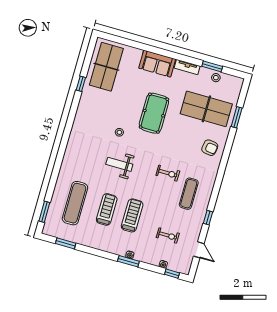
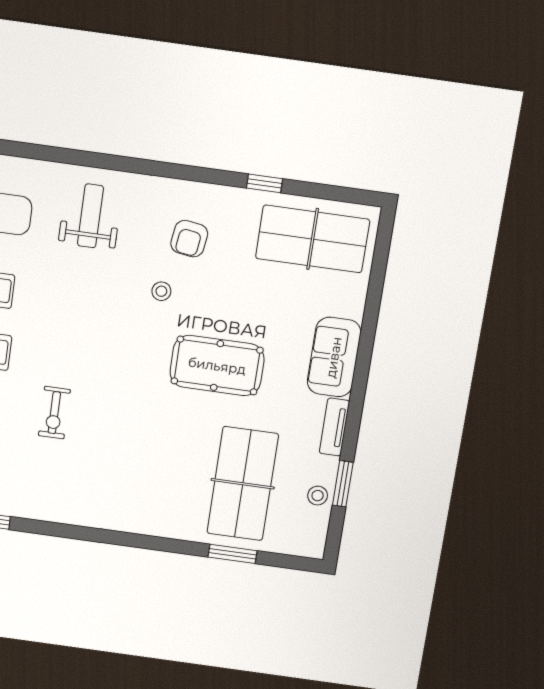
armchair: (210, 148) -> (189, 239), moved
weight bench: (119, 164) -> (90, 216), moved
exercise bike: (168, 173) -> (54, 413), moved
exercise mat: (189, 194) -> (42, 470), removed

